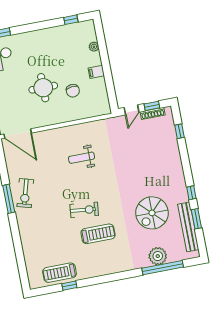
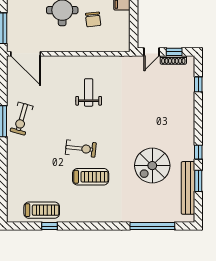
weight bench: (82, 158) -> (89, 92), turned 90
plant: (158, 256) -> (149, 213), removed
treadmill: (60, 273) -> (42, 210), turned 180

